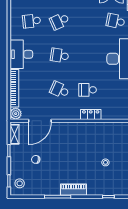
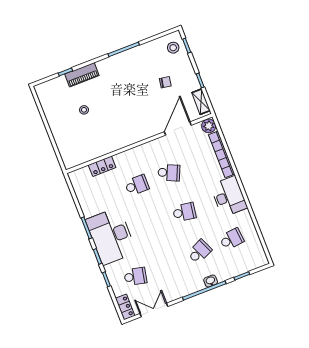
locker: (91, 114) -> (102, 166), moved
piano: (74, 190) -> (82, 75), moved

